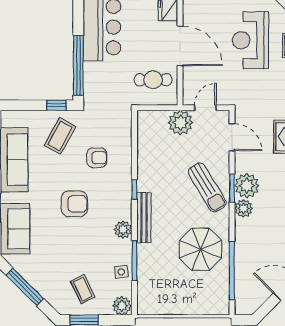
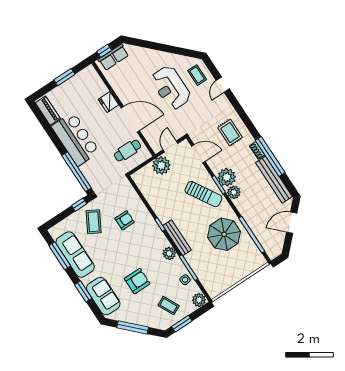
armchair: (74, 204) -> (137, 281), moved

